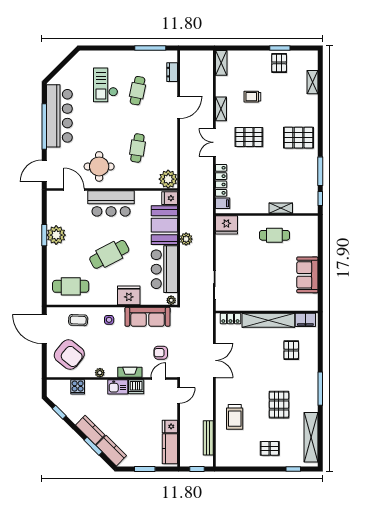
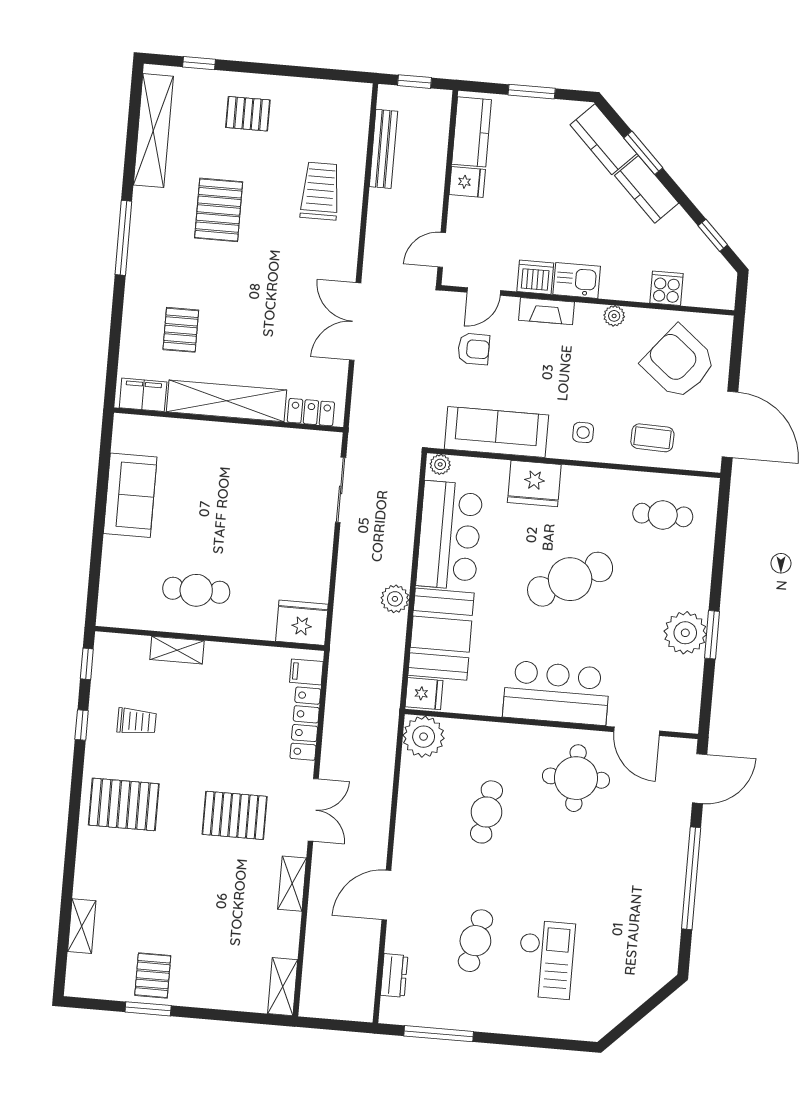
trolley: (252, 97) -> (137, 721), moved
bar counter: (59, 116) -> (655, 899), removed
window: (320, 171) -> (82, 725), width x0.46
cafe table: (71, 286) -> (663, 515), width x0.73, depth x0.74

